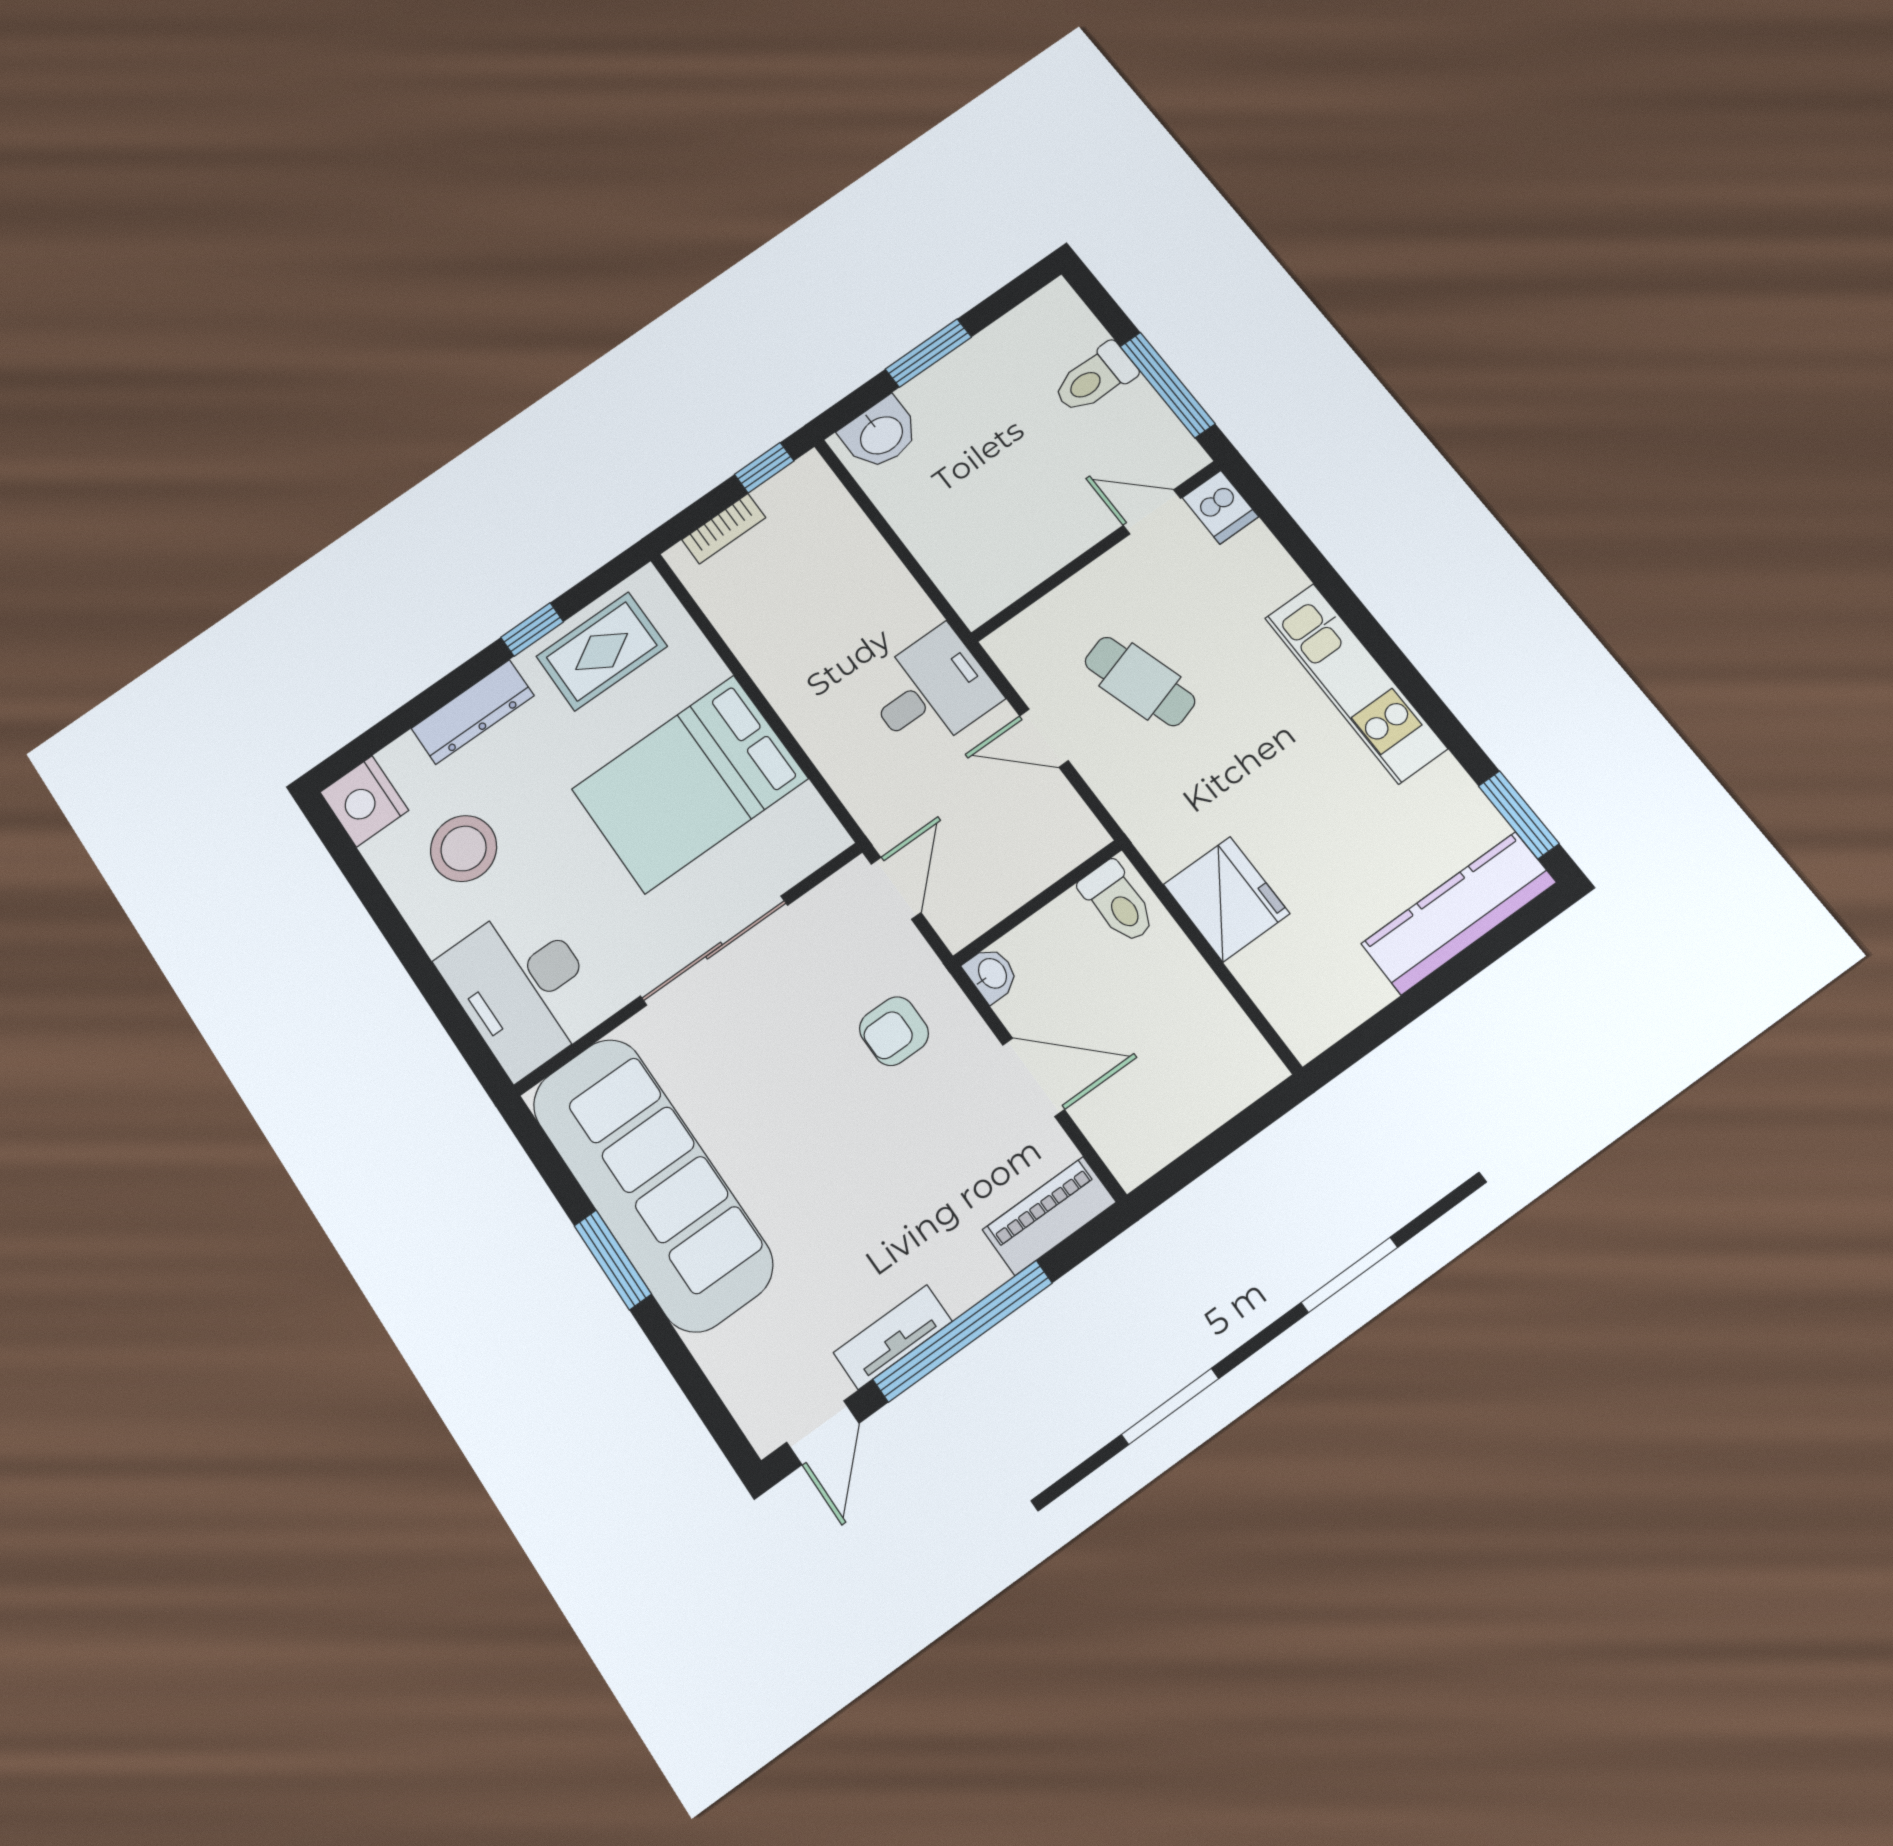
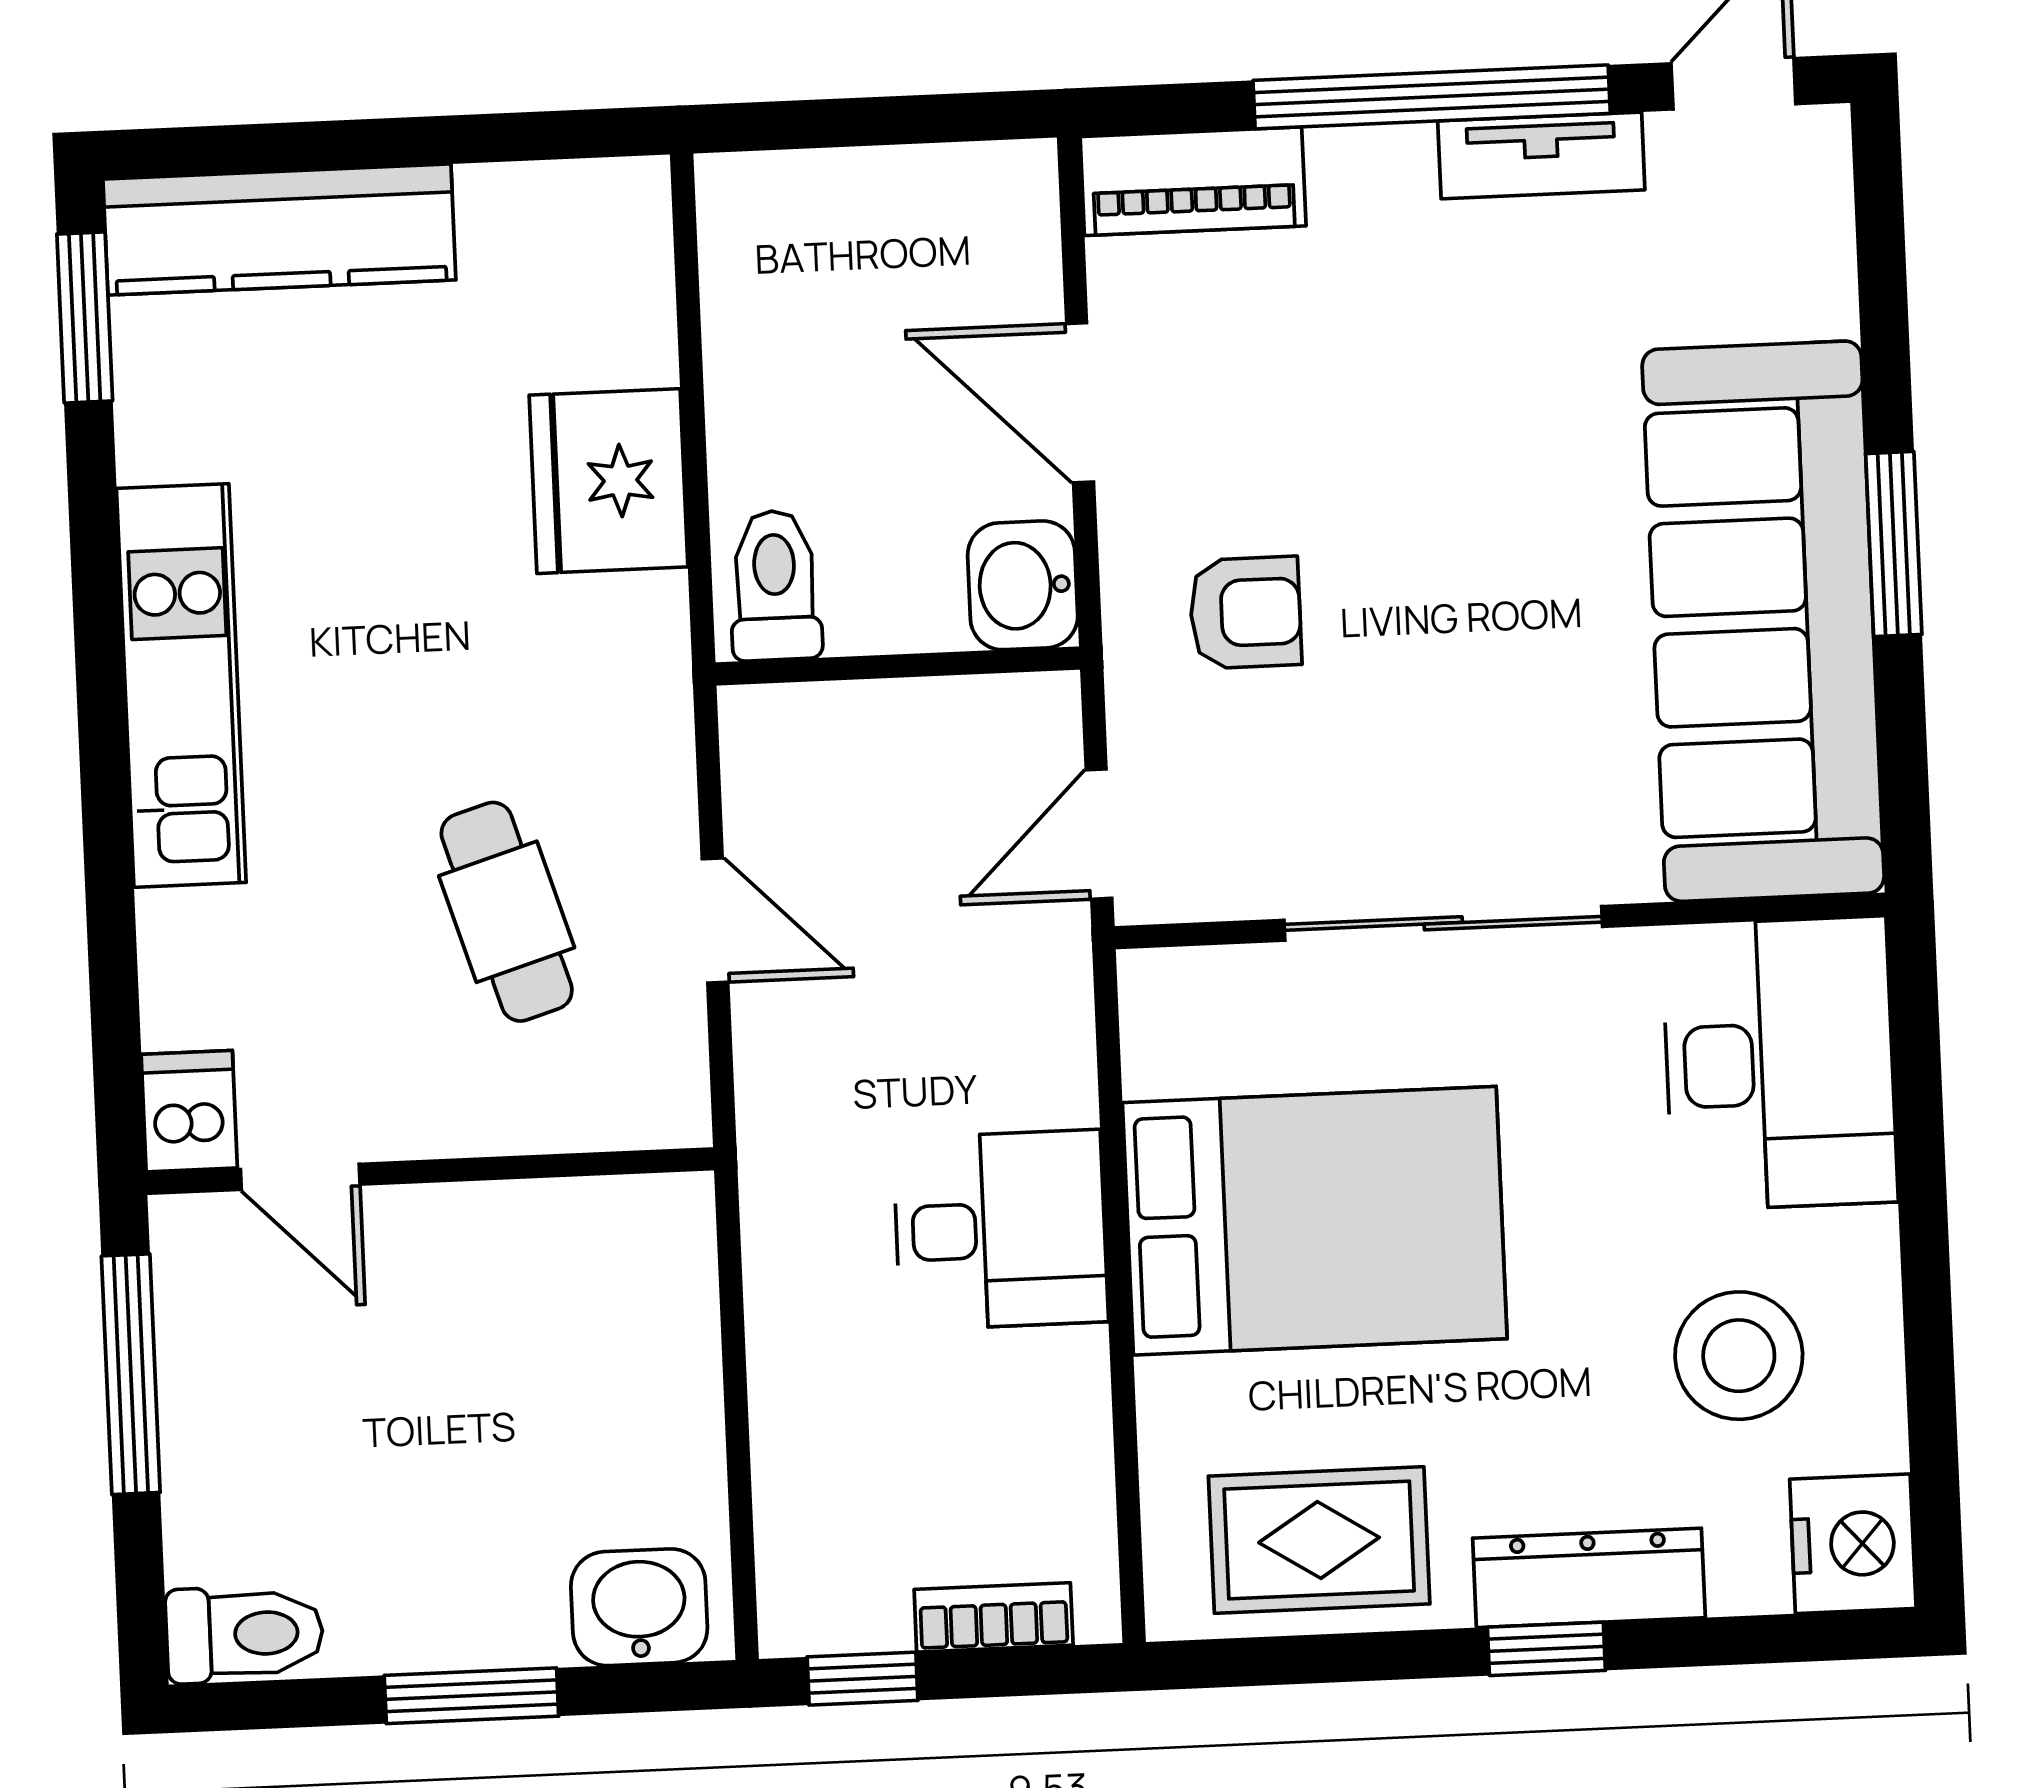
toilet: (1095, 378) -> (245, 1634), moved
window: (532, 630) -> (1546, 1649), moved
desk: (931, 691) -> (1001, 1230), moved, turned 180
washbasin: (992, 974) -> (1023, 585), width x1.38, depth x1.45

